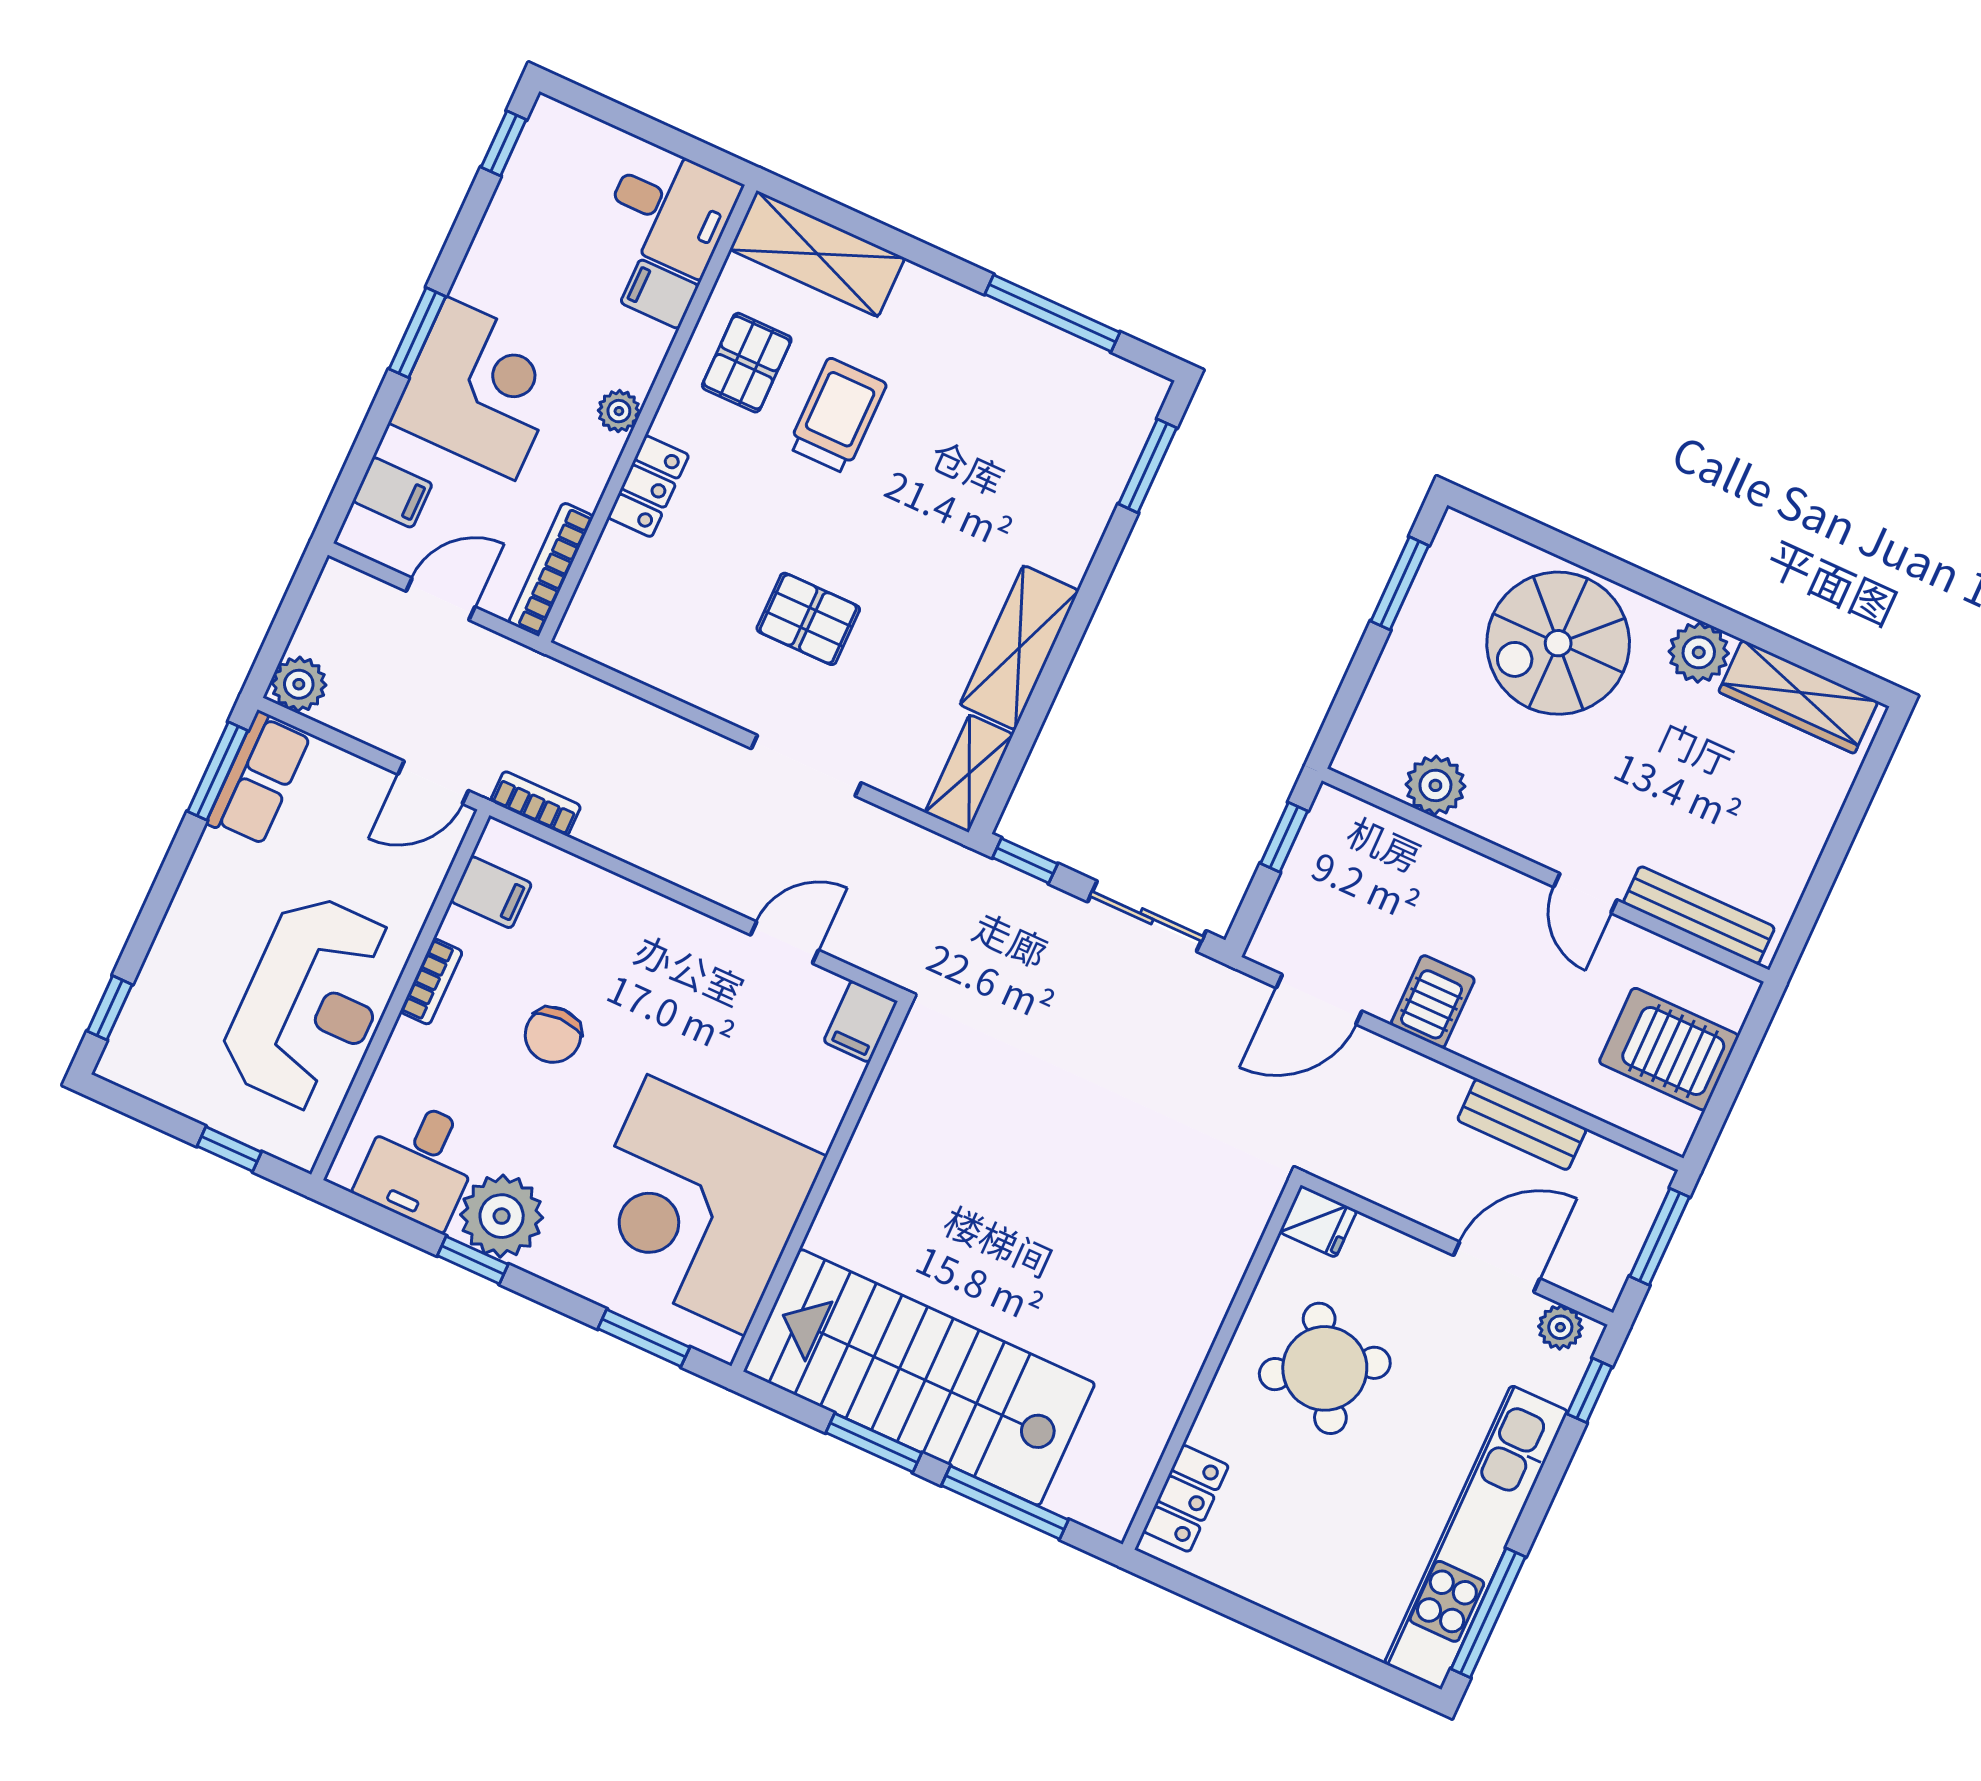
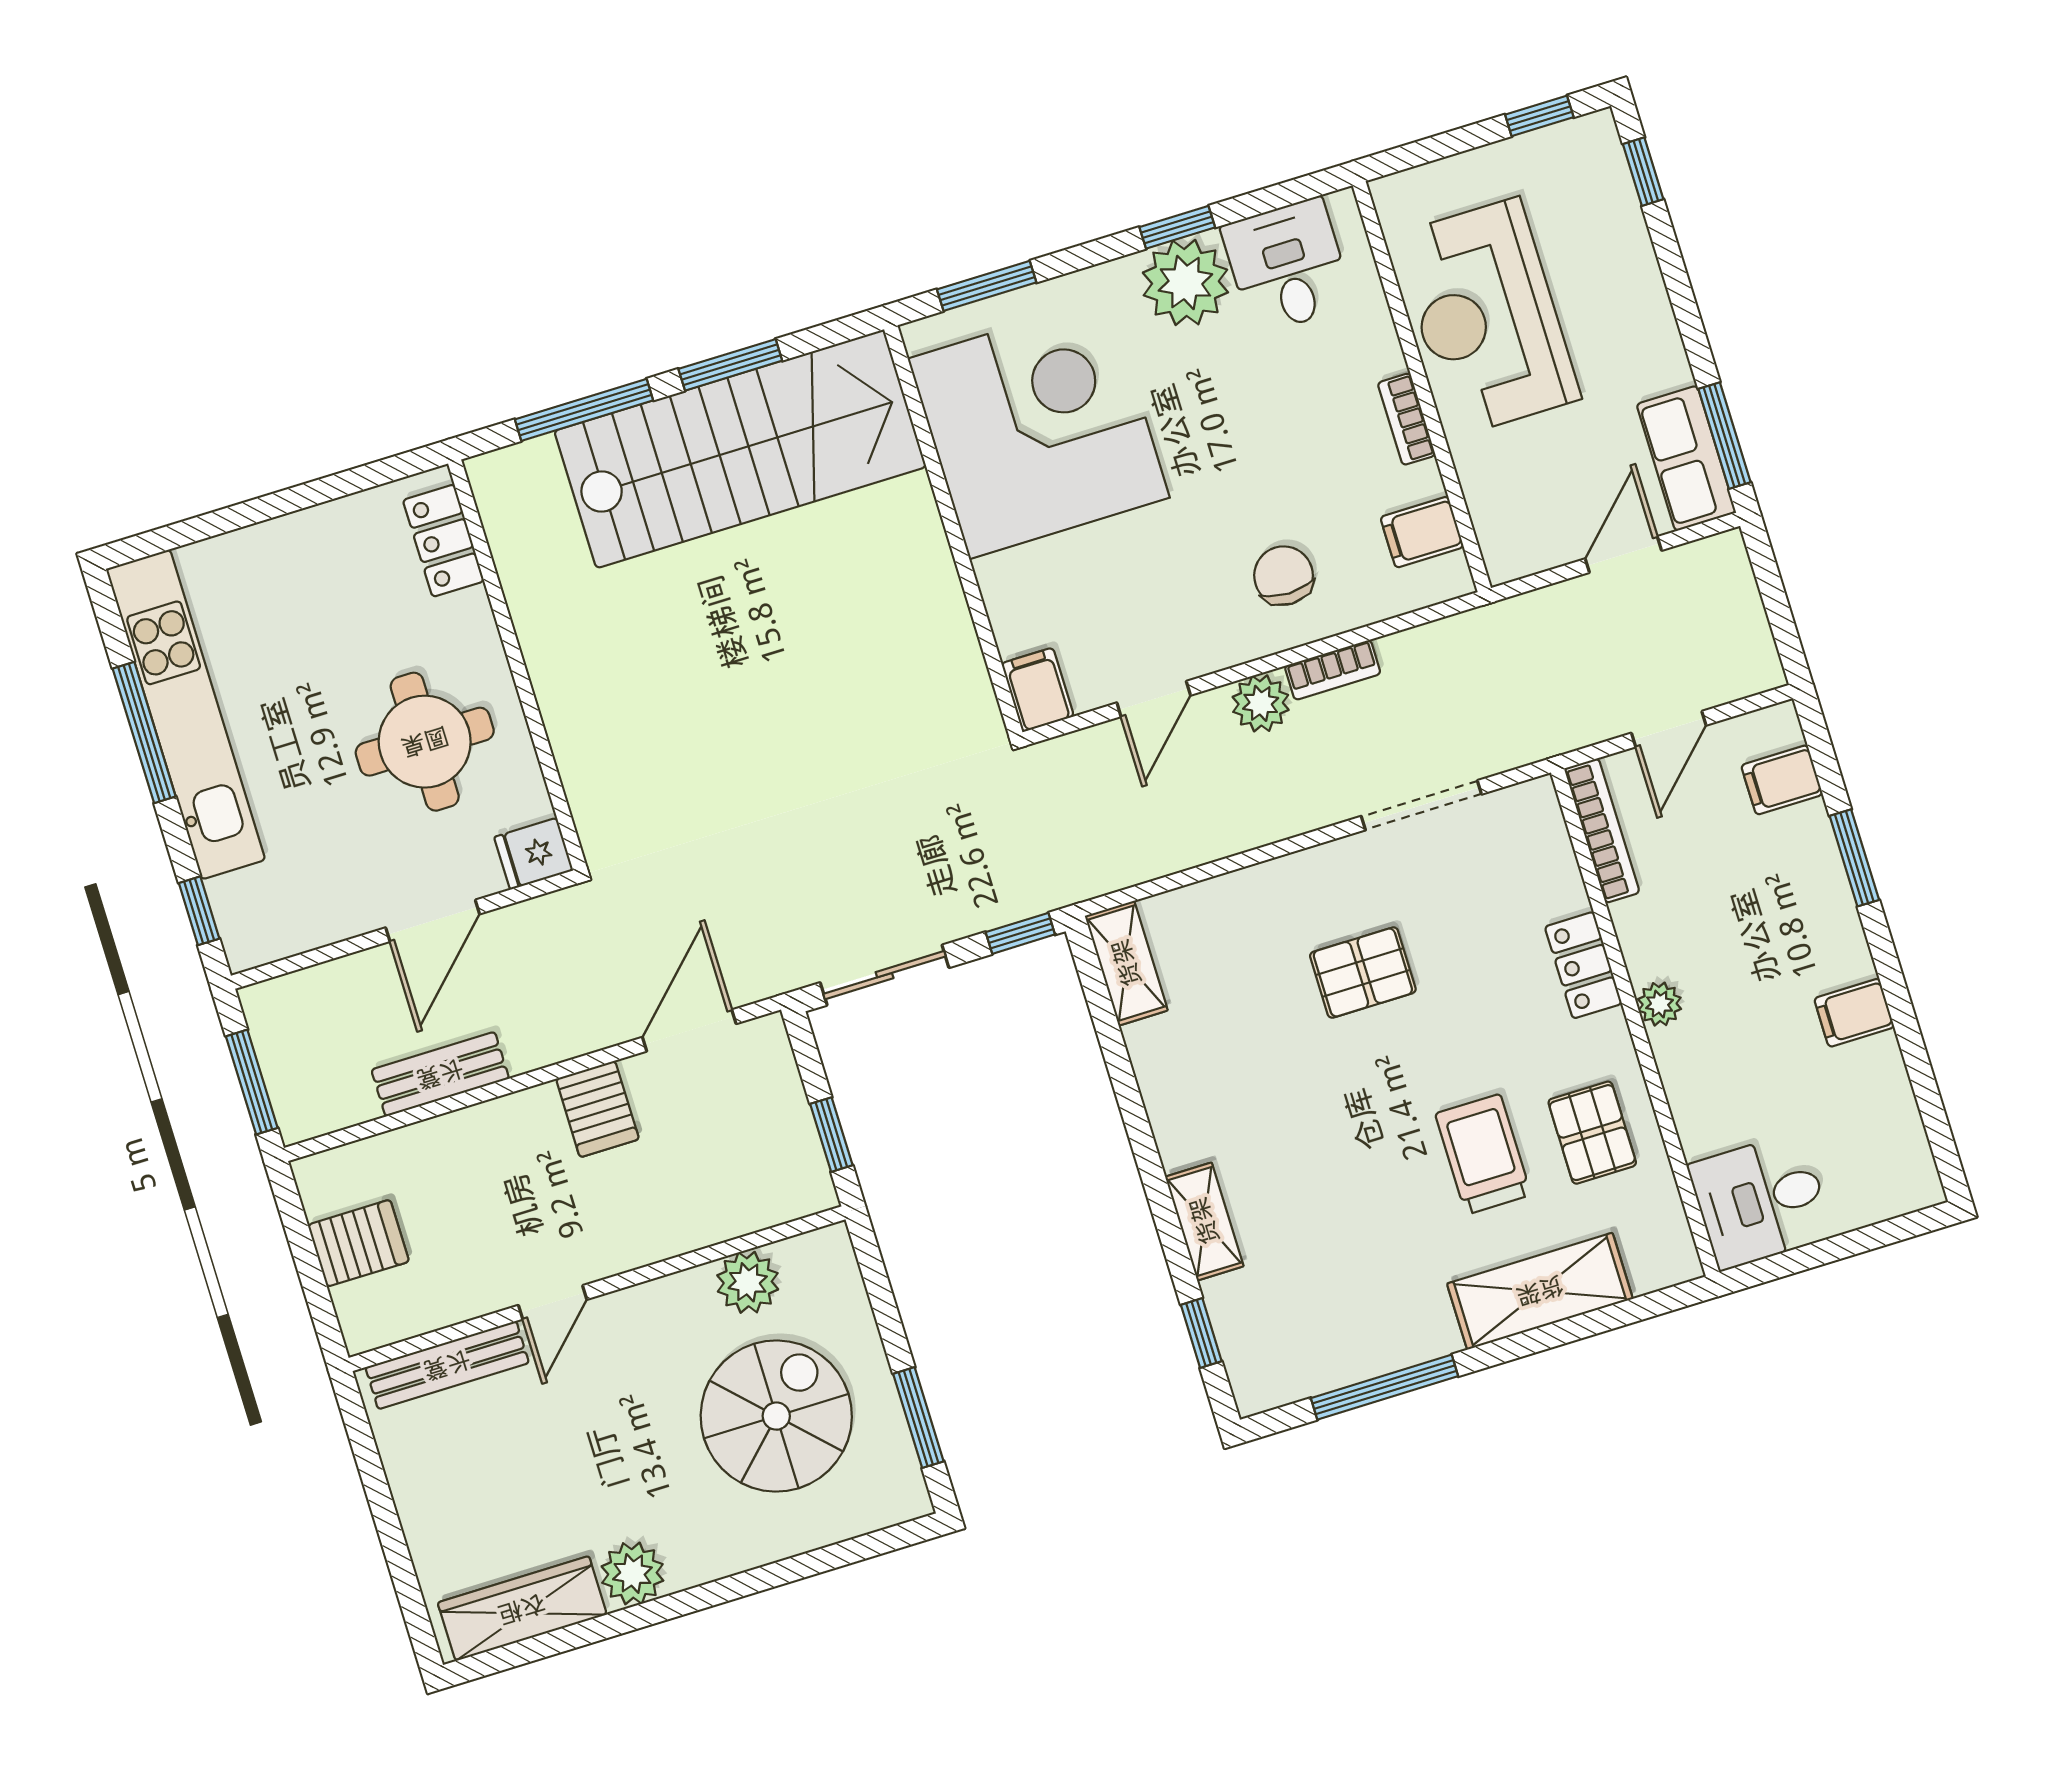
window: (504, 143) -> (1940, 1135), removed
shelving: (817, 254) -> (1540, 1291), moved
filing cabinet: (660, 294) -> (1854, 1013), moved, turned 180
window: (417, 333) -> (1854, 858), moved
corner desk: (481, 388) -> (1785, 925), removed
trolley: (837, 416) -> (1483, 1154), turned 180
window: (1148, 466) -> (1201, 1333), width x0.67
spiral stairs: (1558, 643) -> (776, 1416), moved
shelving: (1019, 648) -> (1204, 1221), moved, width x0.67, depth x0.75
plant: (299, 684) -> (1261, 703), moved
doorway: (806, 766) -> (1421, 805), moved
door: (433, 782) -> (1623, 555), moved
bookcase: (536, 803) -> (1333, 670), moved
door: (1585, 893) -> (553, 1302), swing flipped
chair: (553, 1035) -> (1284, 576), moved
server rack: (1669, 1049) -> (358, 1243), width x0.73, depth x0.70
window: (229, 1149) -> (1539, 116), moved
door: (1497, 1267) -> (433, 921), moved
plant: (1560, 1327) -> (267, 940), removed
round table: (1325, 1368) -> (425, 742), turned 31
window: (1488, 1613) -> (144, 732), moved

